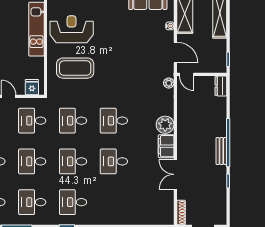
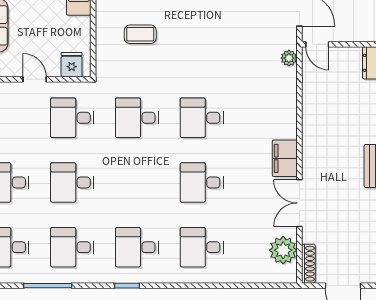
coffee table: (75, 68) -> (140, 34), width x0.54, depth x0.58
plant: (165, 125) -> (283, 250), moved
desk: (73, 161) -> (202, 247), moved

